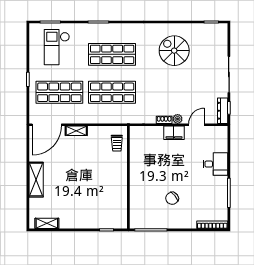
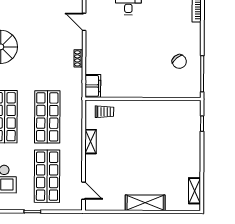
plant: (178, 119) -> (77, 43), removed
door: (47, 125) -> (84, 191), width x0.53
shelving: (76, 131) -> (91, 142), moved
filing cabinet: (174, 133) -> (93, 86), moved
chair: (172, 198) -> (179, 62), moved

